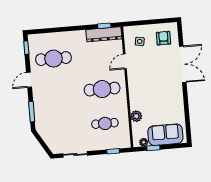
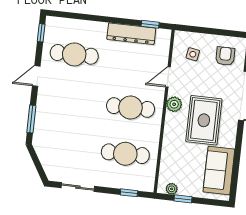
dresser: (104, 34) -> (131, 34), moved
rug: (157, 88) -> (204, 120), added
plant: (136, 116) -> (174, 104), moved
cafe table: (105, 123) -> (125, 154), width x1.37, depth x1.35
sofa: (165, 135) -> (219, 171), moved, turned -90

